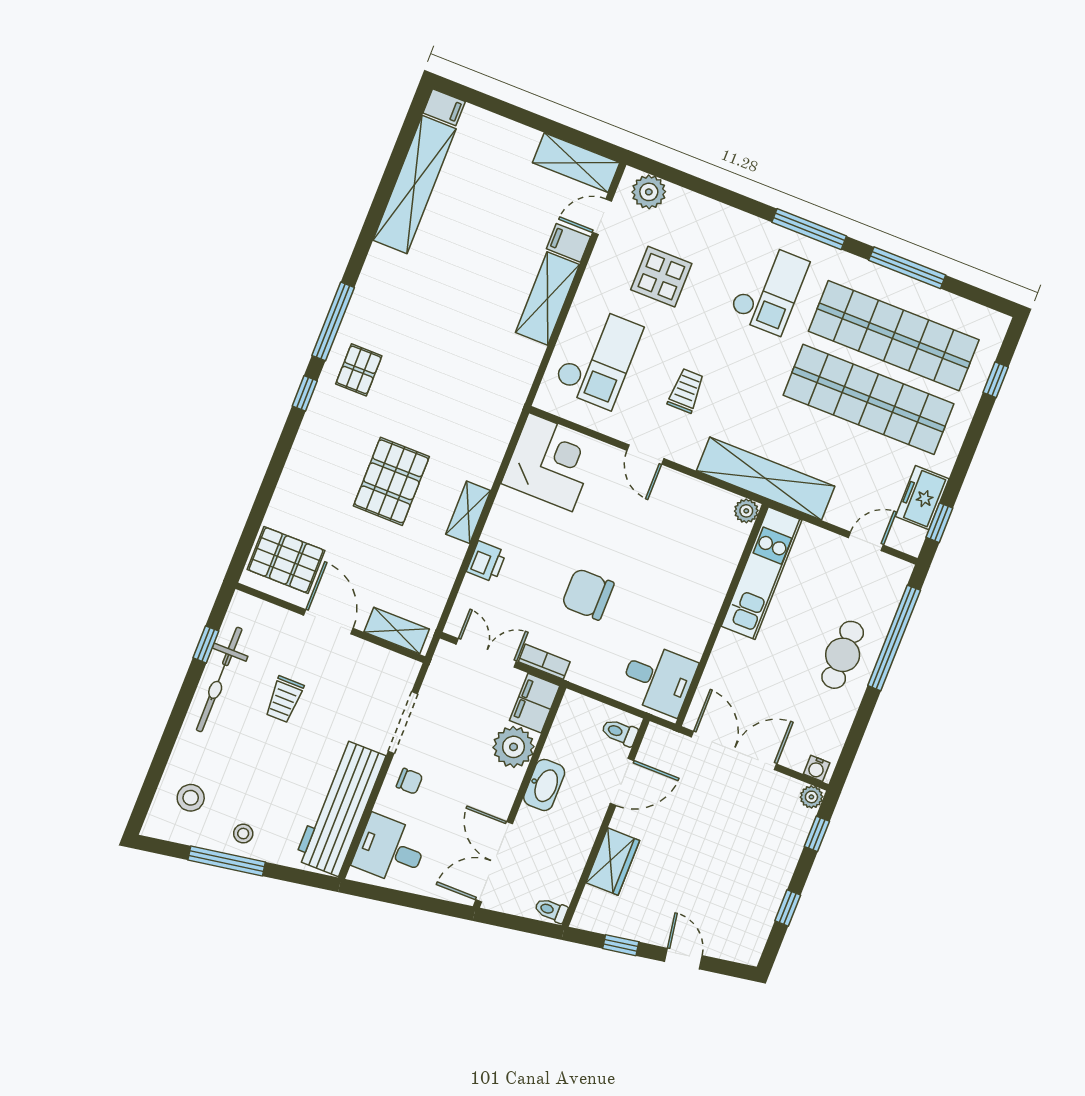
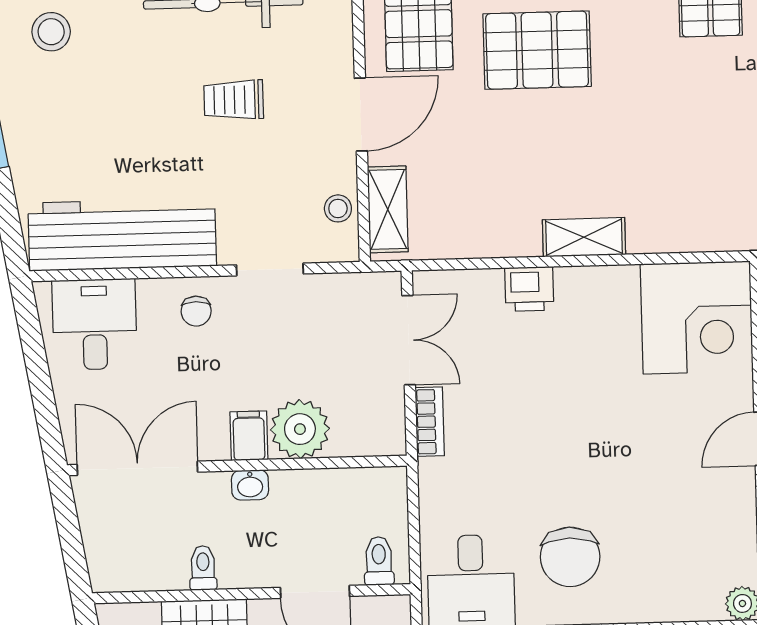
pallet: (391, 481) -> (537, 50), moved
chair: (588, 594) -> (570, 557), moved, turned 180
filing cabinet: (535, 703) -> (249, 436), moved, width x0.50
doorway: (403, 722) -> (270, 269), width x0.73
washbasin: (544, 785) -> (250, 485), width x0.52, depth x0.69
stool: (243, 834) -> (338, 208), moved
toilet: (551, 910) -> (203, 568), moved

